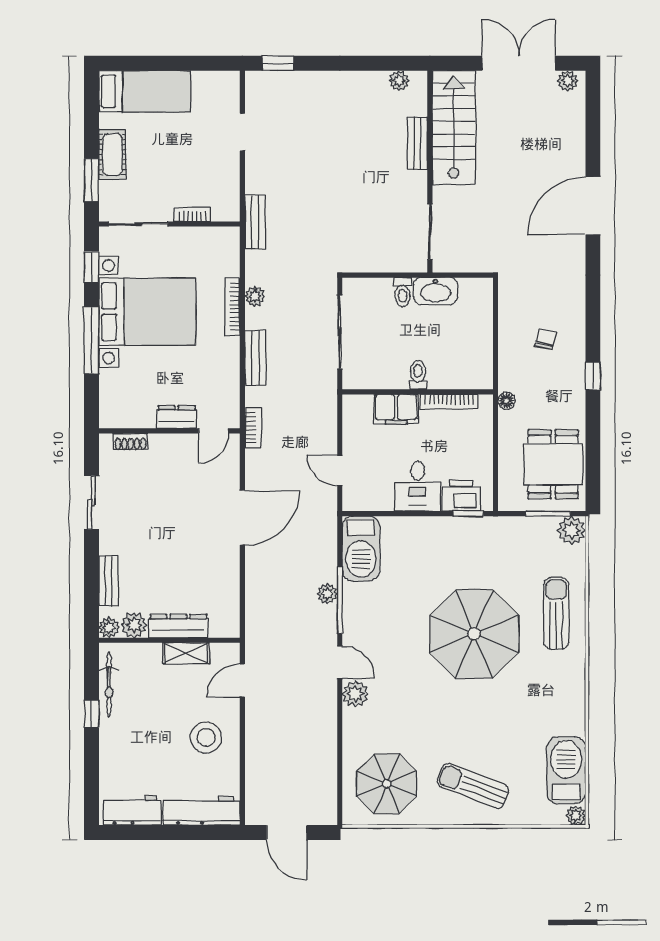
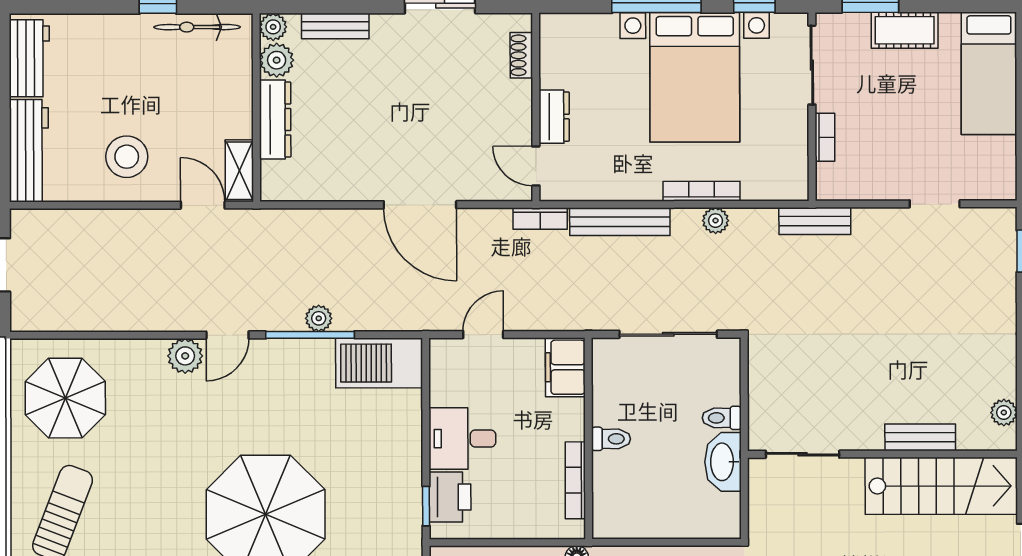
bench: (255, 358) -> (620, 222), width x1.36
filing cabinet: (396, 409) -> (565, 367), moved
shelving: (186, 653) -> (239, 171), moved

